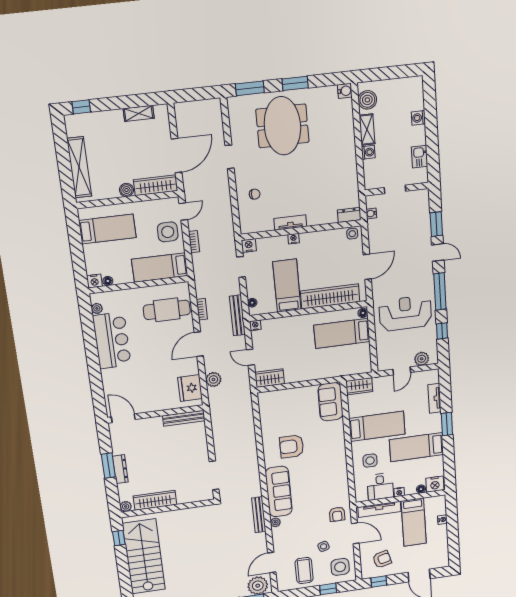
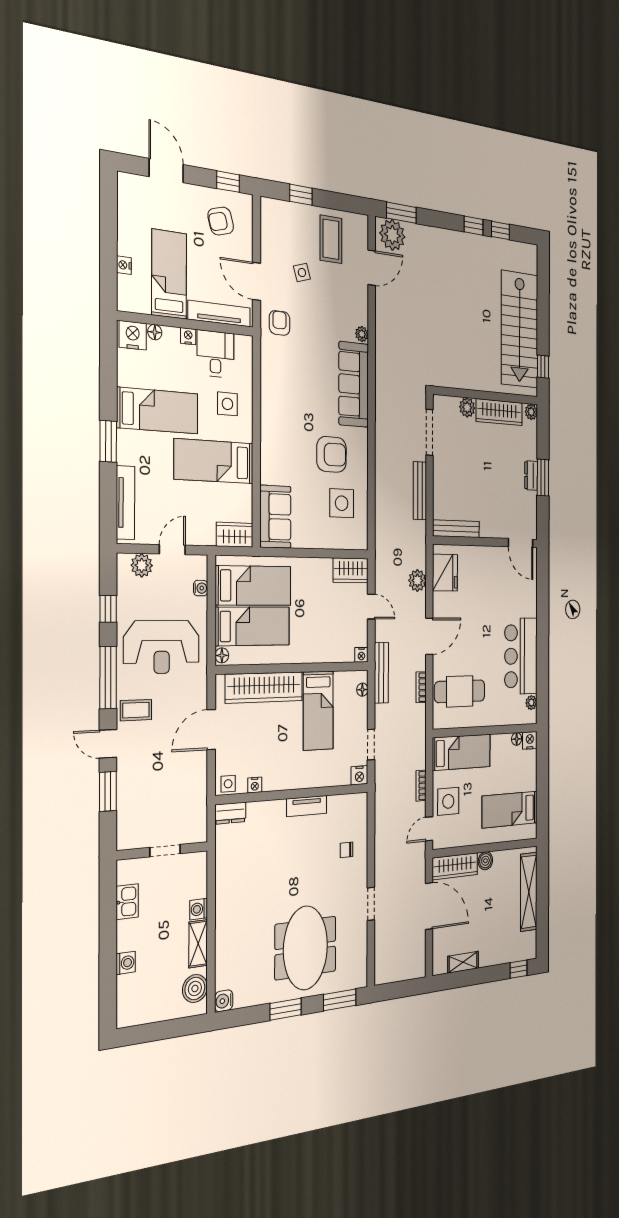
door: (177, 156) -> (429, 906), swing flipped
water cooler: (371, 213) -> (201, 588), moved
nightstand: (294, 239) -> (255, 785), moved
coffee table: (420, 274) -> (136, 710), added
bed: (343, 358) -> (253, 586), added
tv unit: (435, 398) -> (126, 503), width x1.41
dresser: (120, 469) -> (531, 475), width x0.70
plant: (184, 497) -> (467, 407), added
bench: (259, 515) -> (420, 491), moved
side table: (340, 567) -> (342, 503), moved

